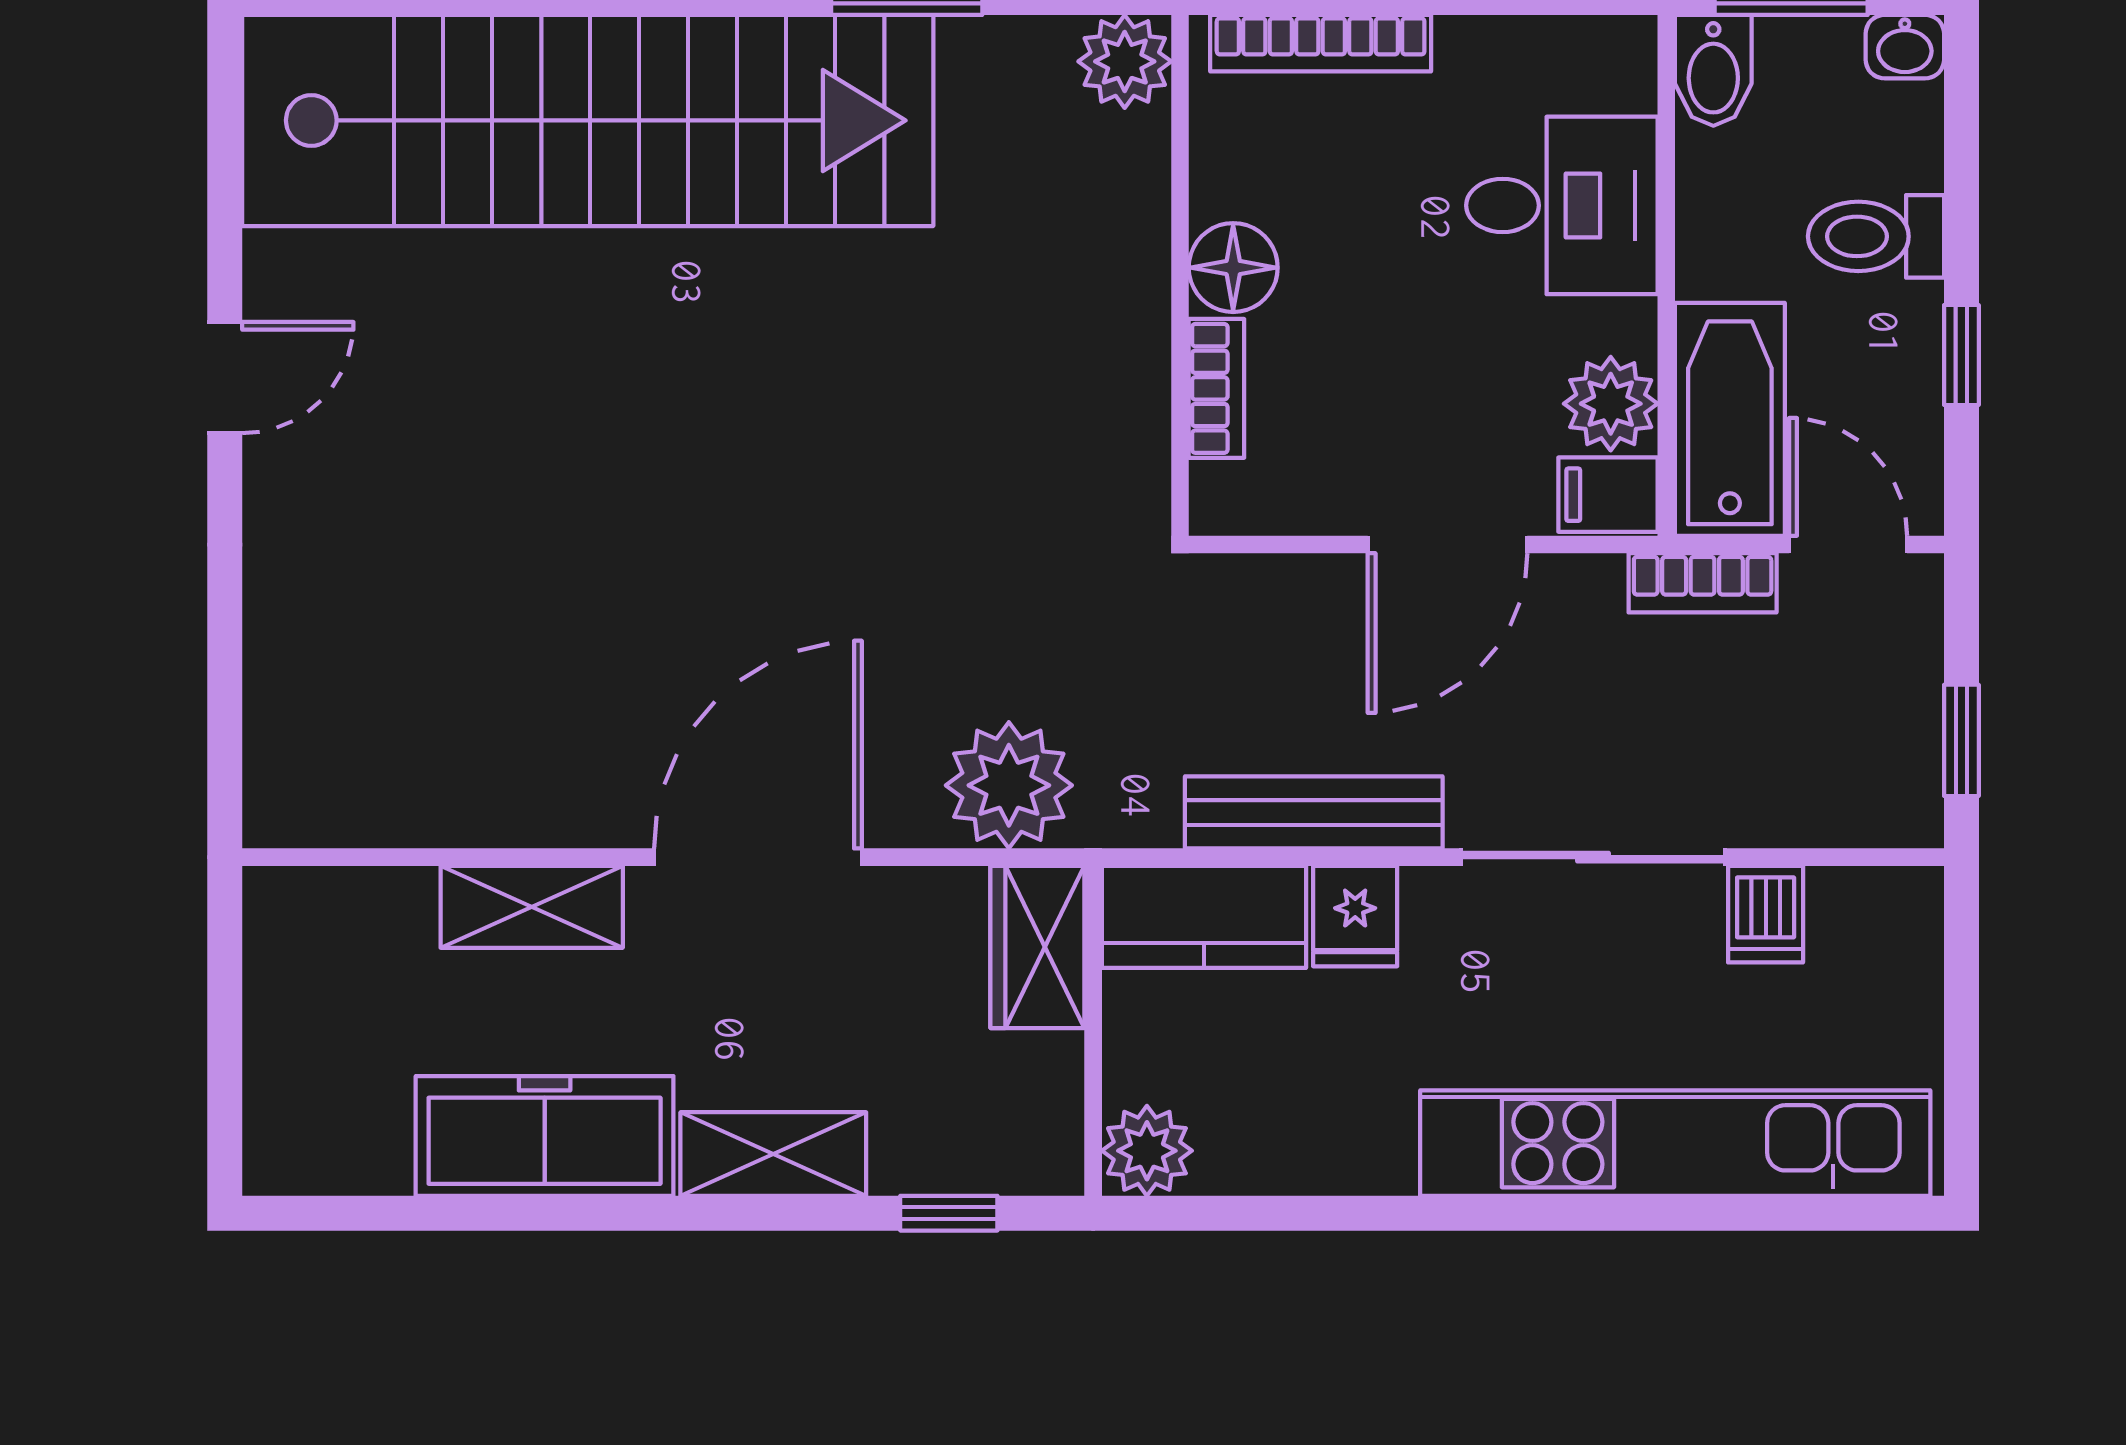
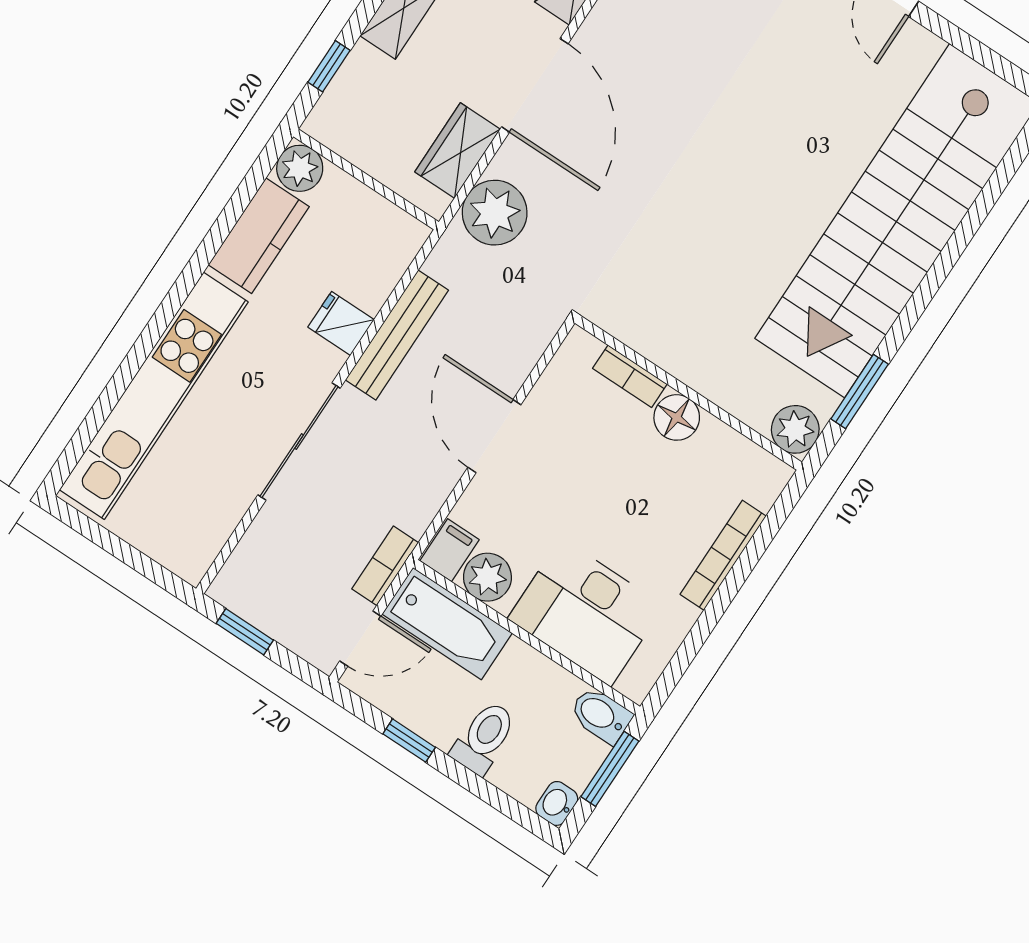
plant: (1125, 61) -> (795, 429), moved
desk: (1562, 205) -> (586, 612), width x1.37
floor lamp: (1233, 268) -> (677, 417), moved
wall: (1180, 275) -> (688, 393), moved
bookcase: (1216, 388) -> (630, 376), moved
door: (1448, 545) -> (494, 436), moved
dishwasher: (1766, 914) -> (226, 499), removed
kitchen counter: (1204, 917) -> (259, 236), moved, turned 180
wardrobe: (1037, 947) -> (457, 150), moved, turned -90

